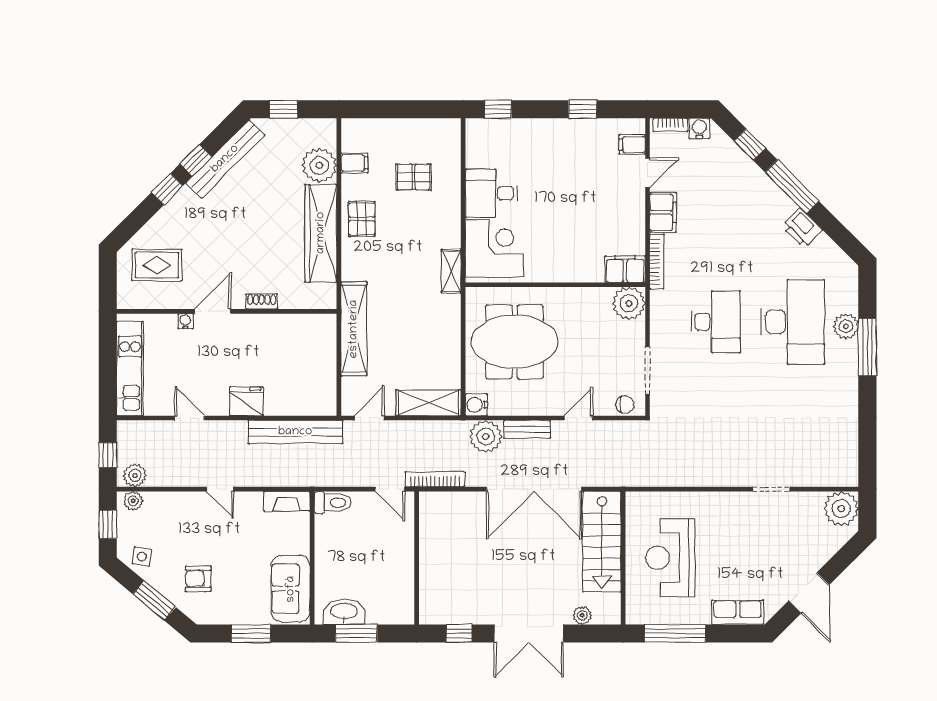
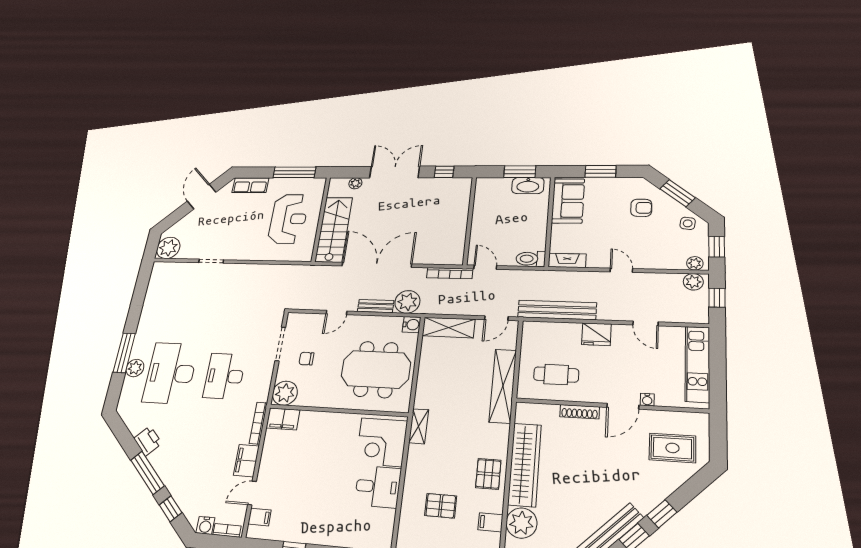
shoe rack: (262, 302) -> (580, 412), width x1.43
cafe table: (291, 347) -> (556, 375), added
chair: (625, 405) -> (306, 359), moved

